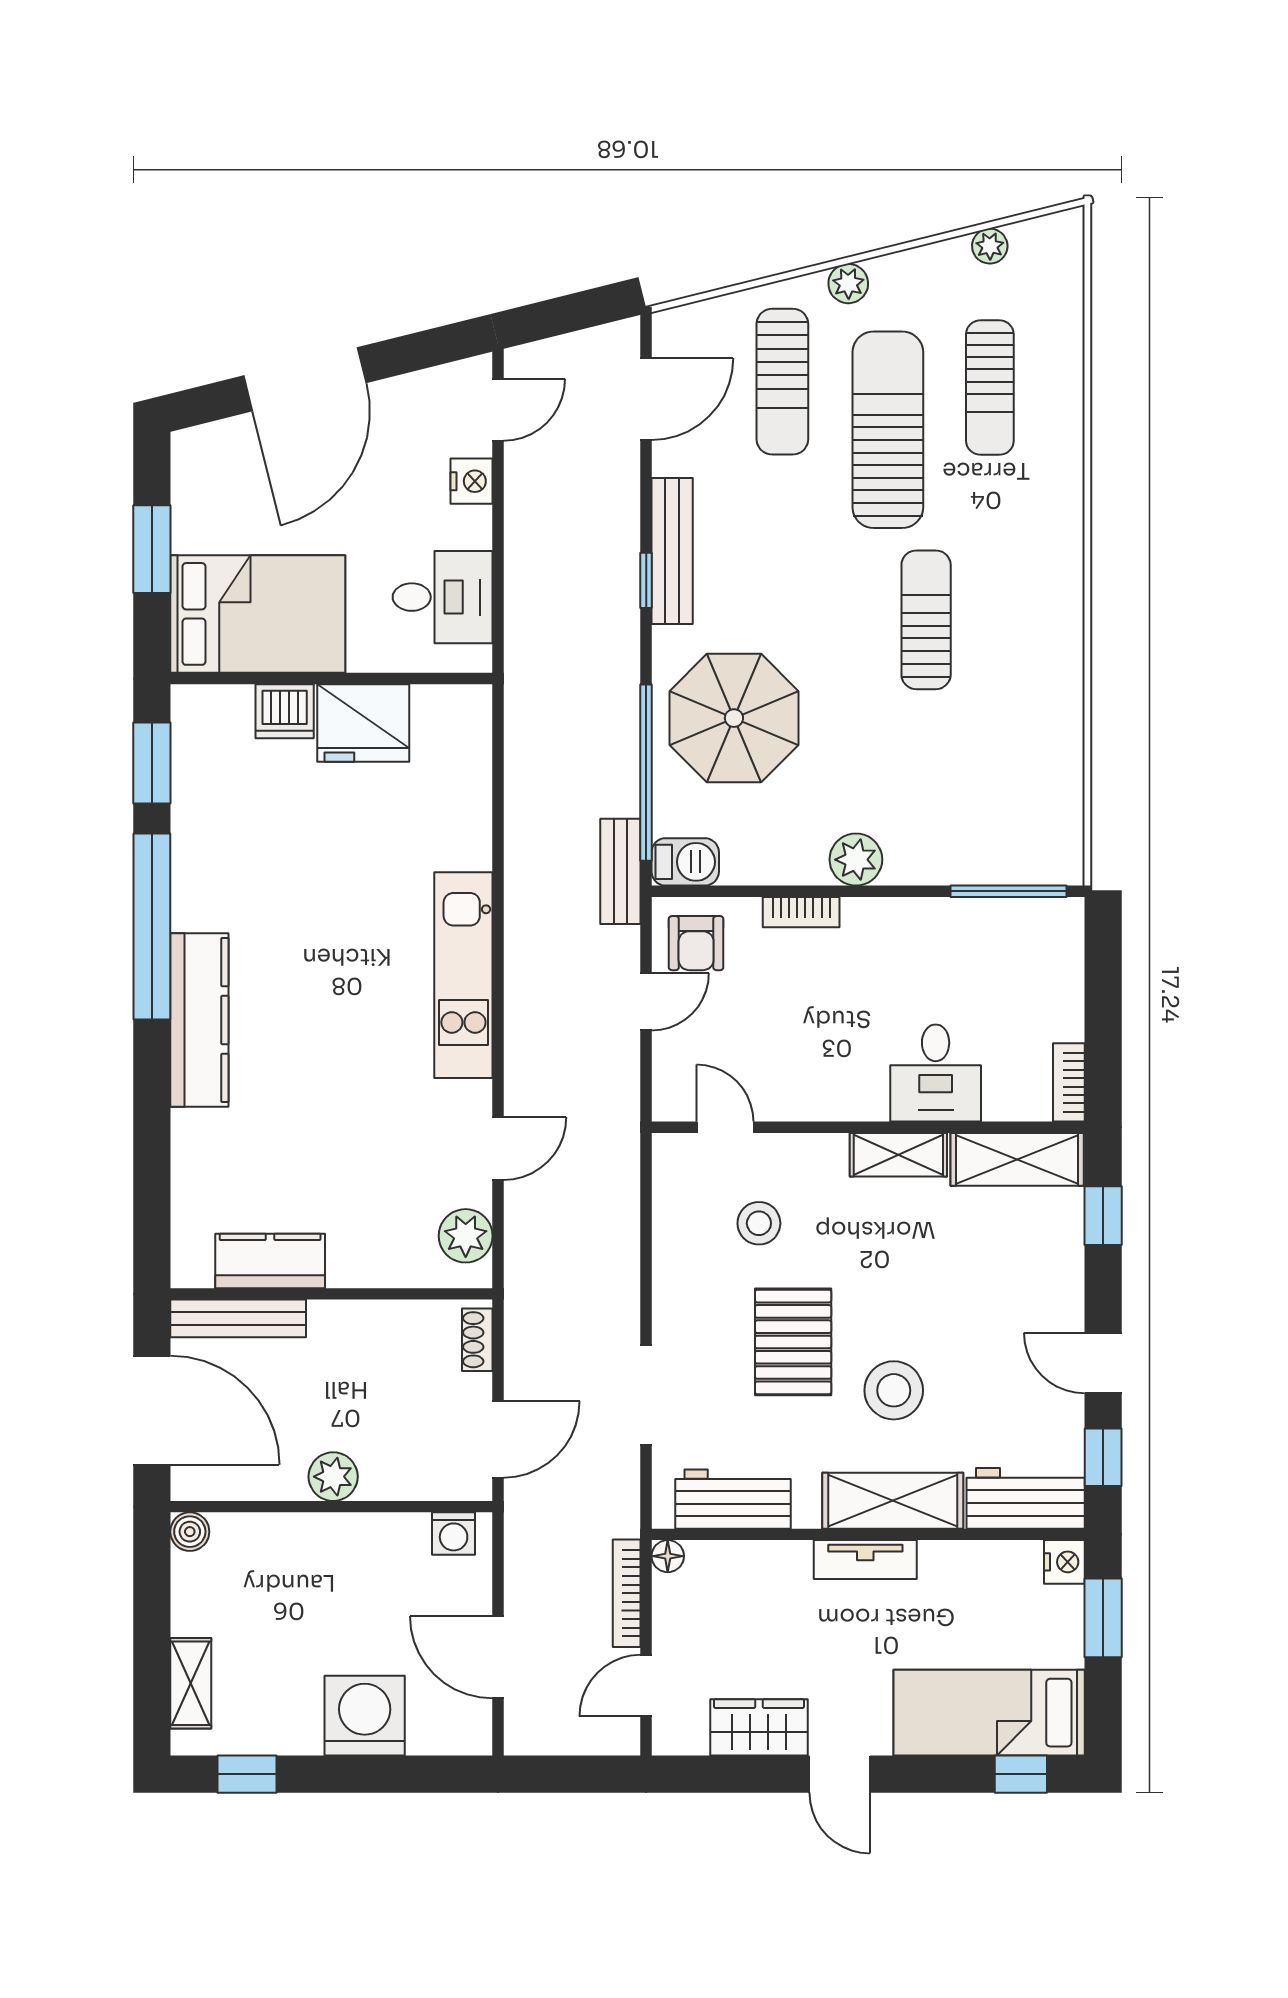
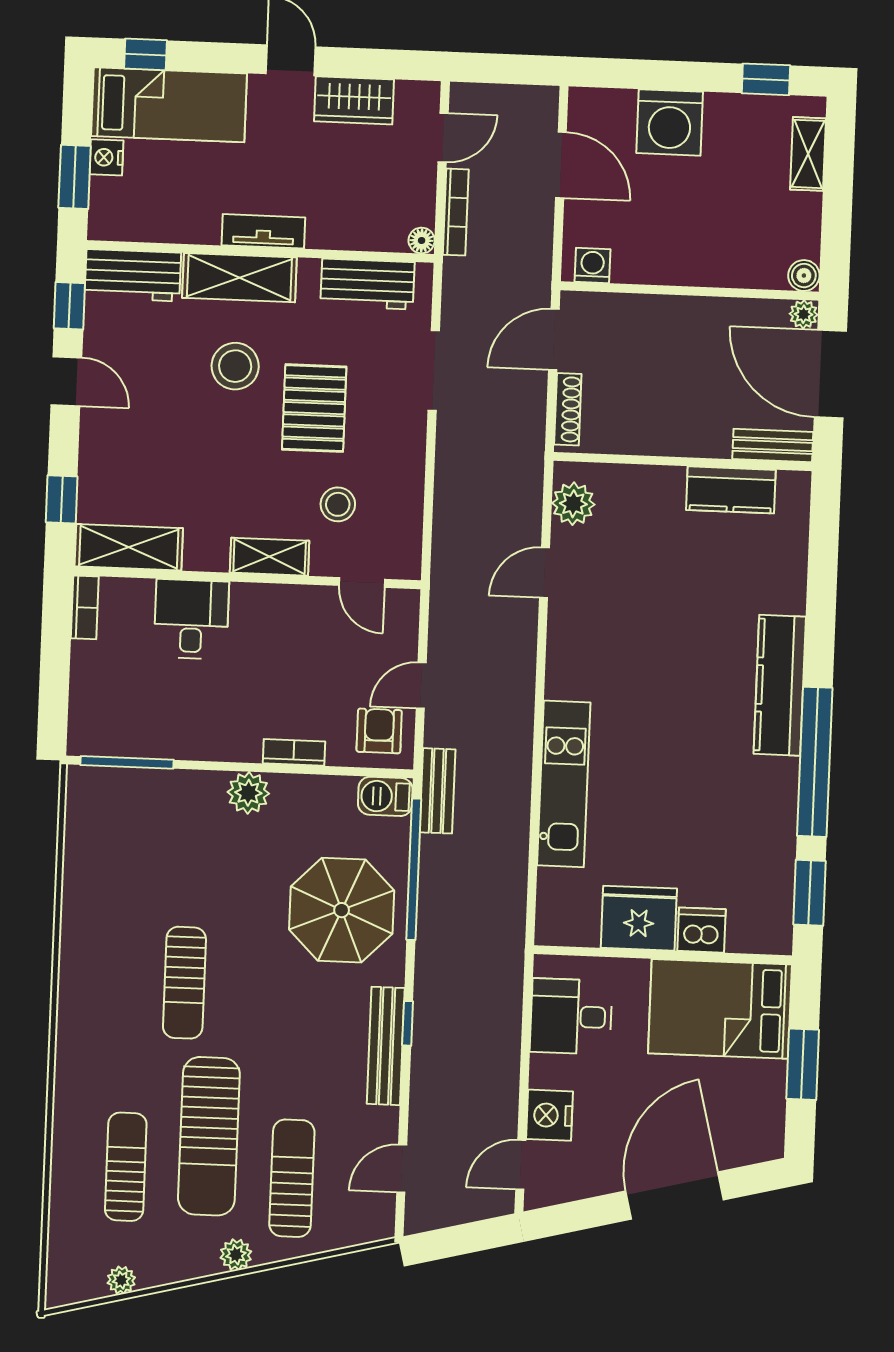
door: (646, 399) -> (402, 1169), width x0.73
nightstand: (471, 481) -> (550, 1115), width x1.36, depth x1.33
kitchen unit: (463, 975) -> (564, 784), moved
shelving: (898, 1155) -> (270, 557), moved
bench: (238, 1318) -> (773, 446), width x0.73
shoe rack: (477, 1340) -> (568, 409), width x1.43
plant: (333, 1477) -> (804, 314), moved, width x0.73, depth x0.73
nightstand: (1064, 1562) -> (106, 157), moved

